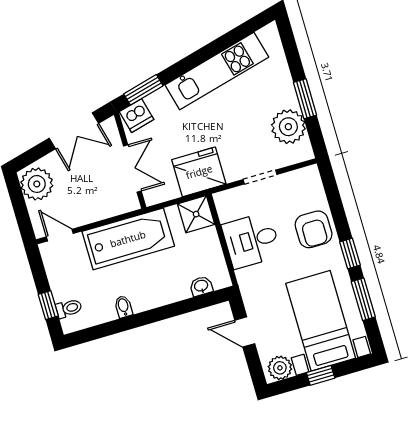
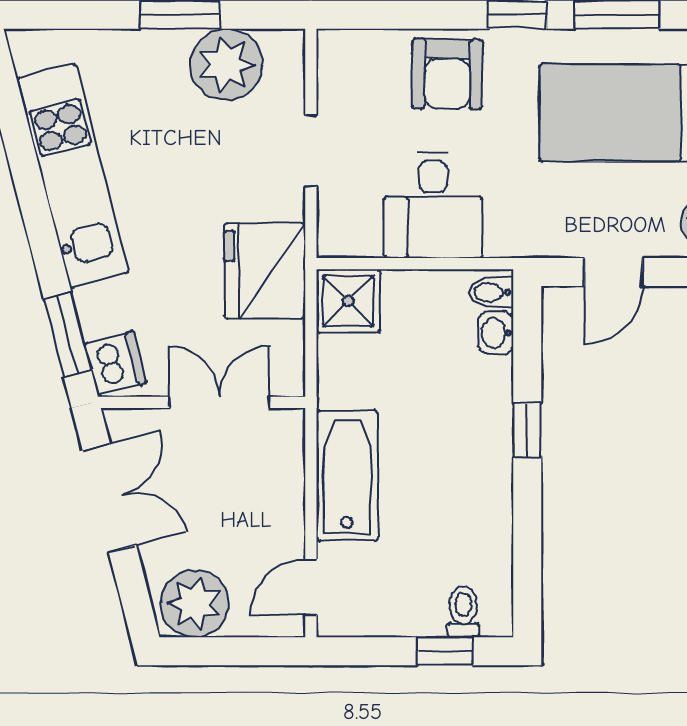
armchair: (314, 229) -> (447, 74), turned 91
bathtub: (128, 239) -> (347, 476), width x0.73, depth x0.73
bidet: (123, 307) -> (492, 292), moved
window: (161, 314) -> (527, 430), added

